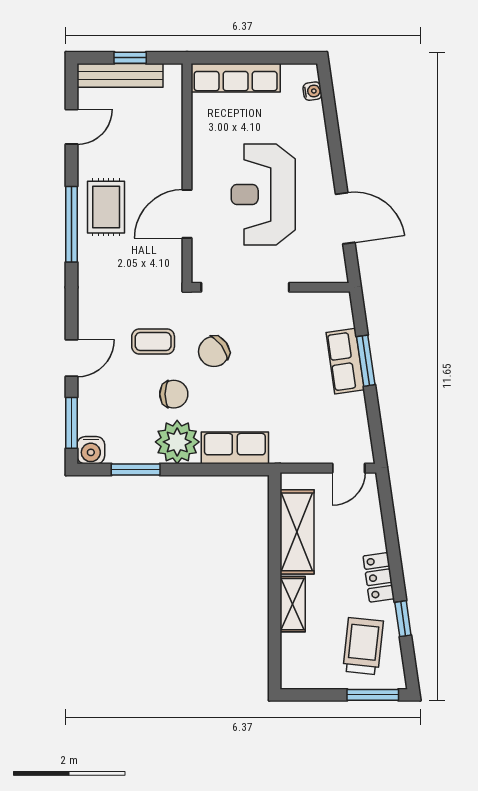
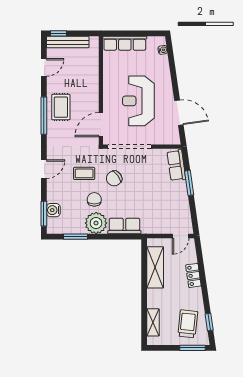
window: (130, 58) -> (59, 33), moved
door: (187, 214) -> (101, 125), moved
door: (72, 358) -> (44, 169), moved
row of seats: (345, 361) -> (176, 165), moved
chair: (174, 394) -> (94, 199), turned -90
water cooler: (91, 450) -> (53, 210), moved, turned 90
locker: (379, 577) -> (193, 275), moved
shelving: (293, 604) -> (153, 322), moved
window: (403, 619) -> (209, 322), moved

